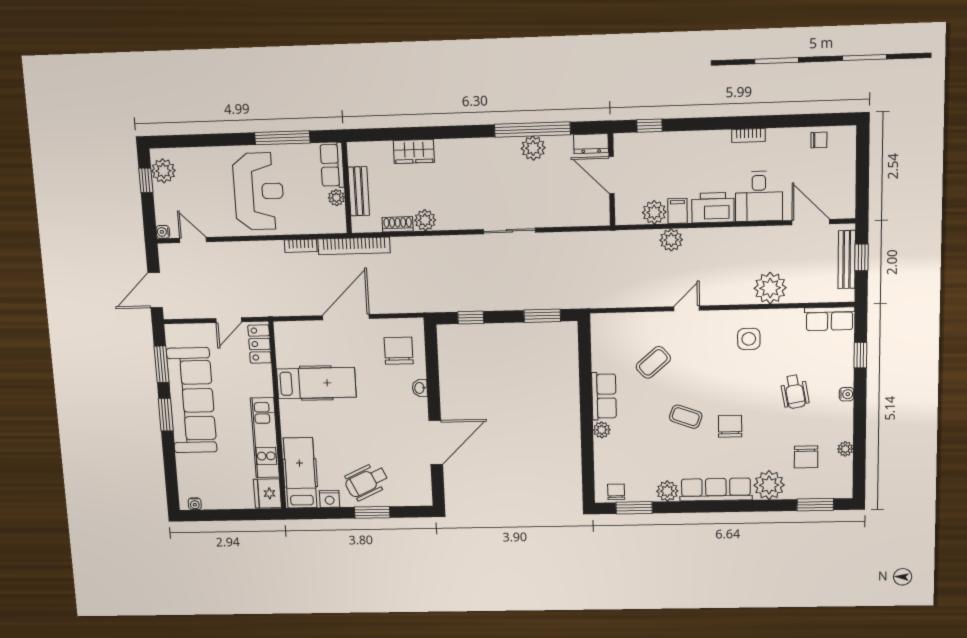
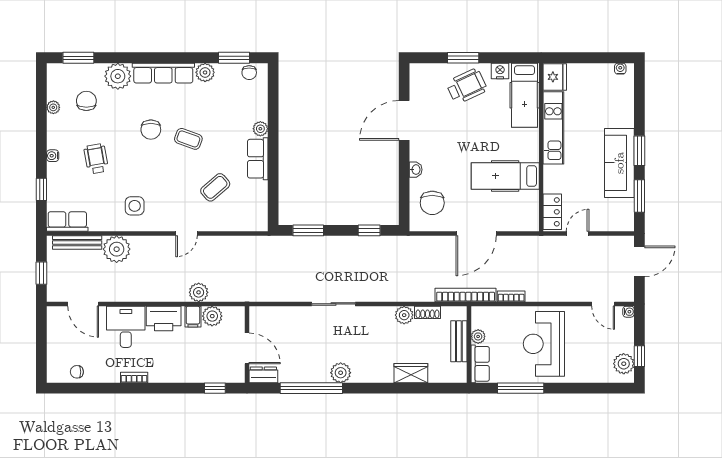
plant: (533, 148) -> (341, 373), moved
bench: (847, 260) -> (77, 243), moved, turned 90
sofa: (192, 400) -> (619, 163), width x0.74, depth x0.79

